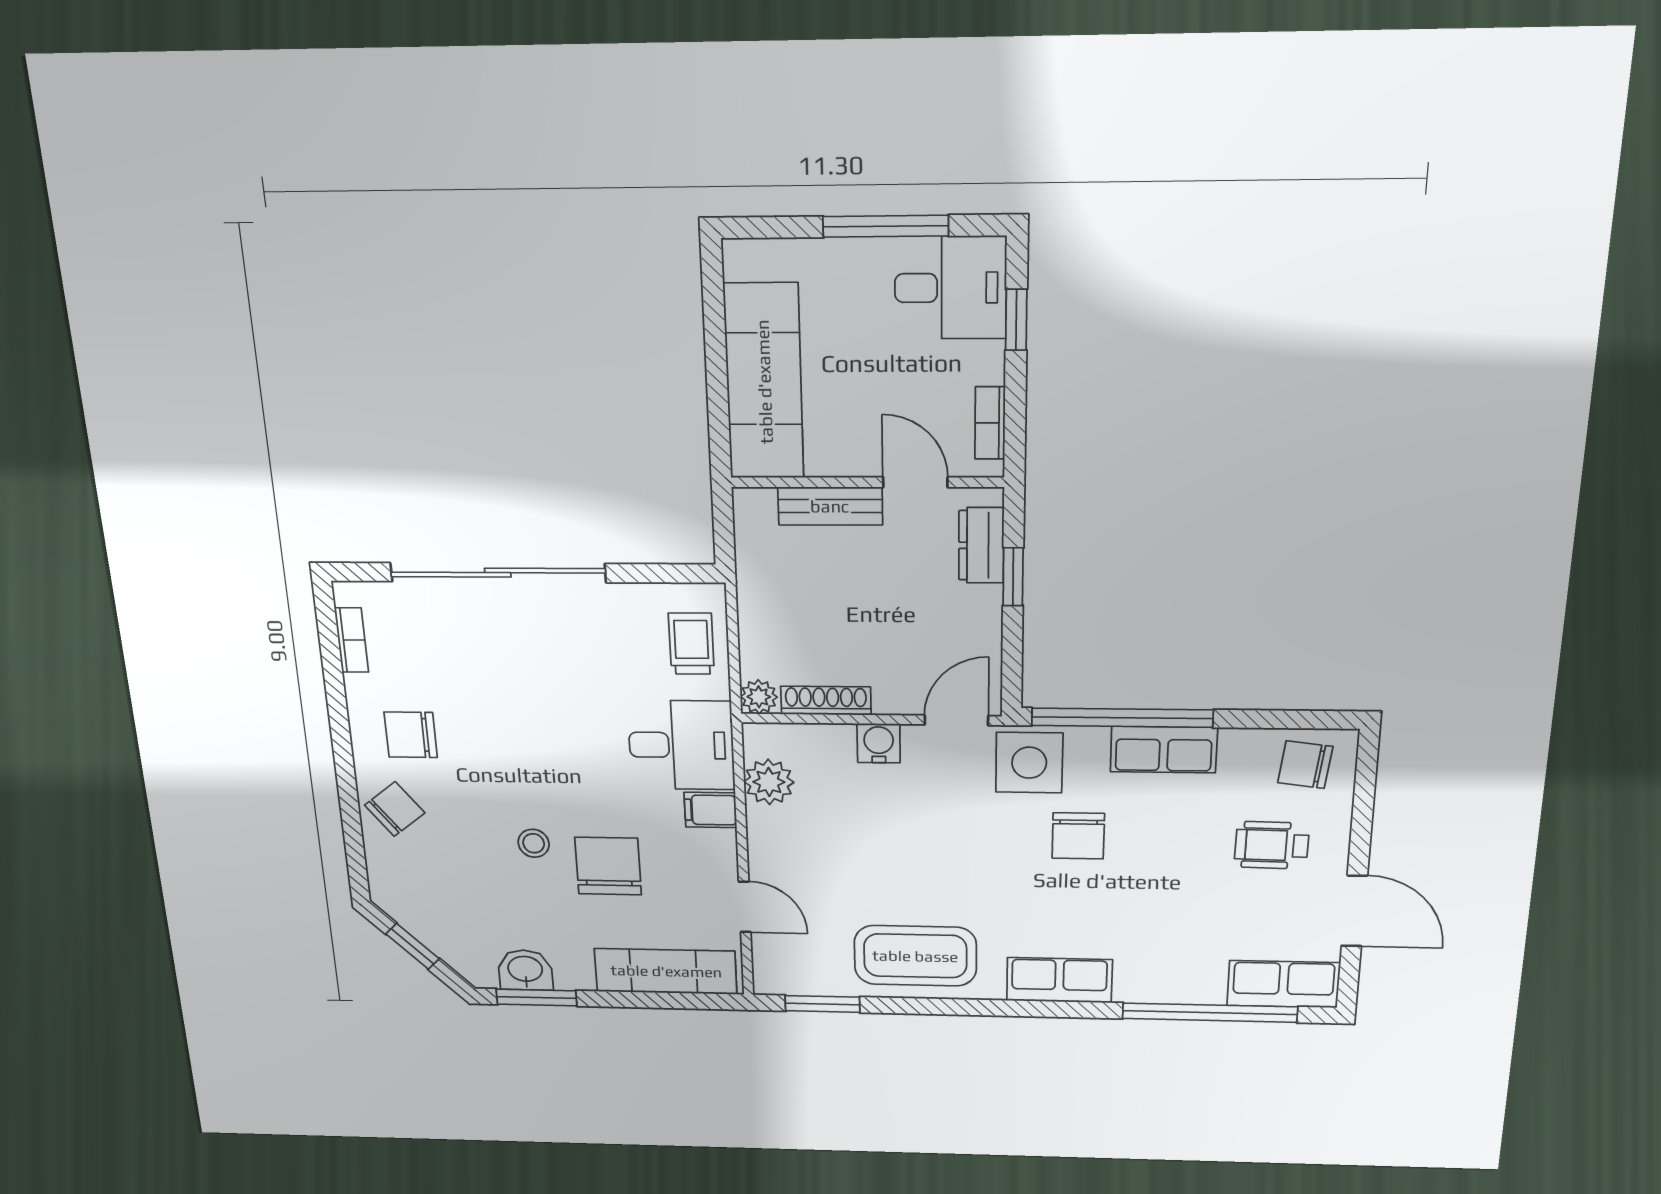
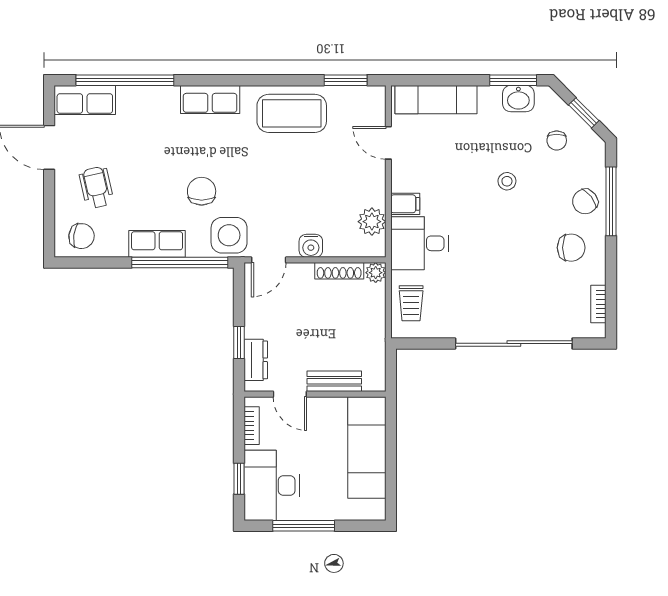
desk: (951, 288) -> (272, 485), width x1.37
window: (350, 809) -> (611, 201), added
wheelchair: (1272, 845) -> (96, 187), turned -104
chair: (608, 866) -> (557, 140), moved, width x0.54, depth x0.54

